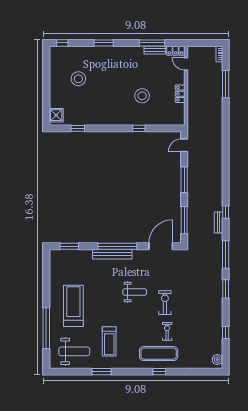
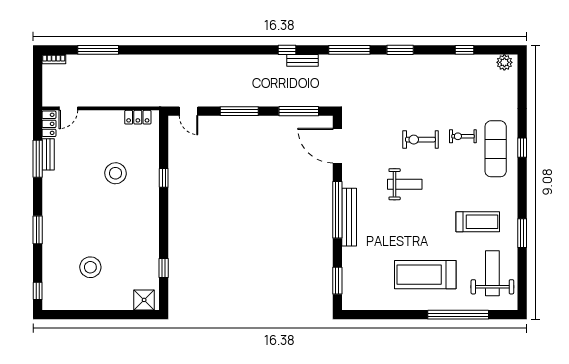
locker: (180, 94) -> (138, 117), moved
weight bench: (135, 292) -> (405, 184), turned 90

